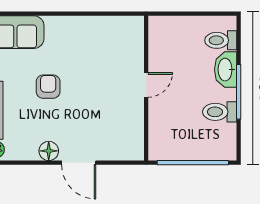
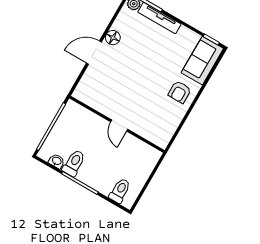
washbasin: (226, 70) -> (57, 161), moved, width x0.52, depth x0.69
armchair: (48, 87) -> (180, 92), moved, turned 90

